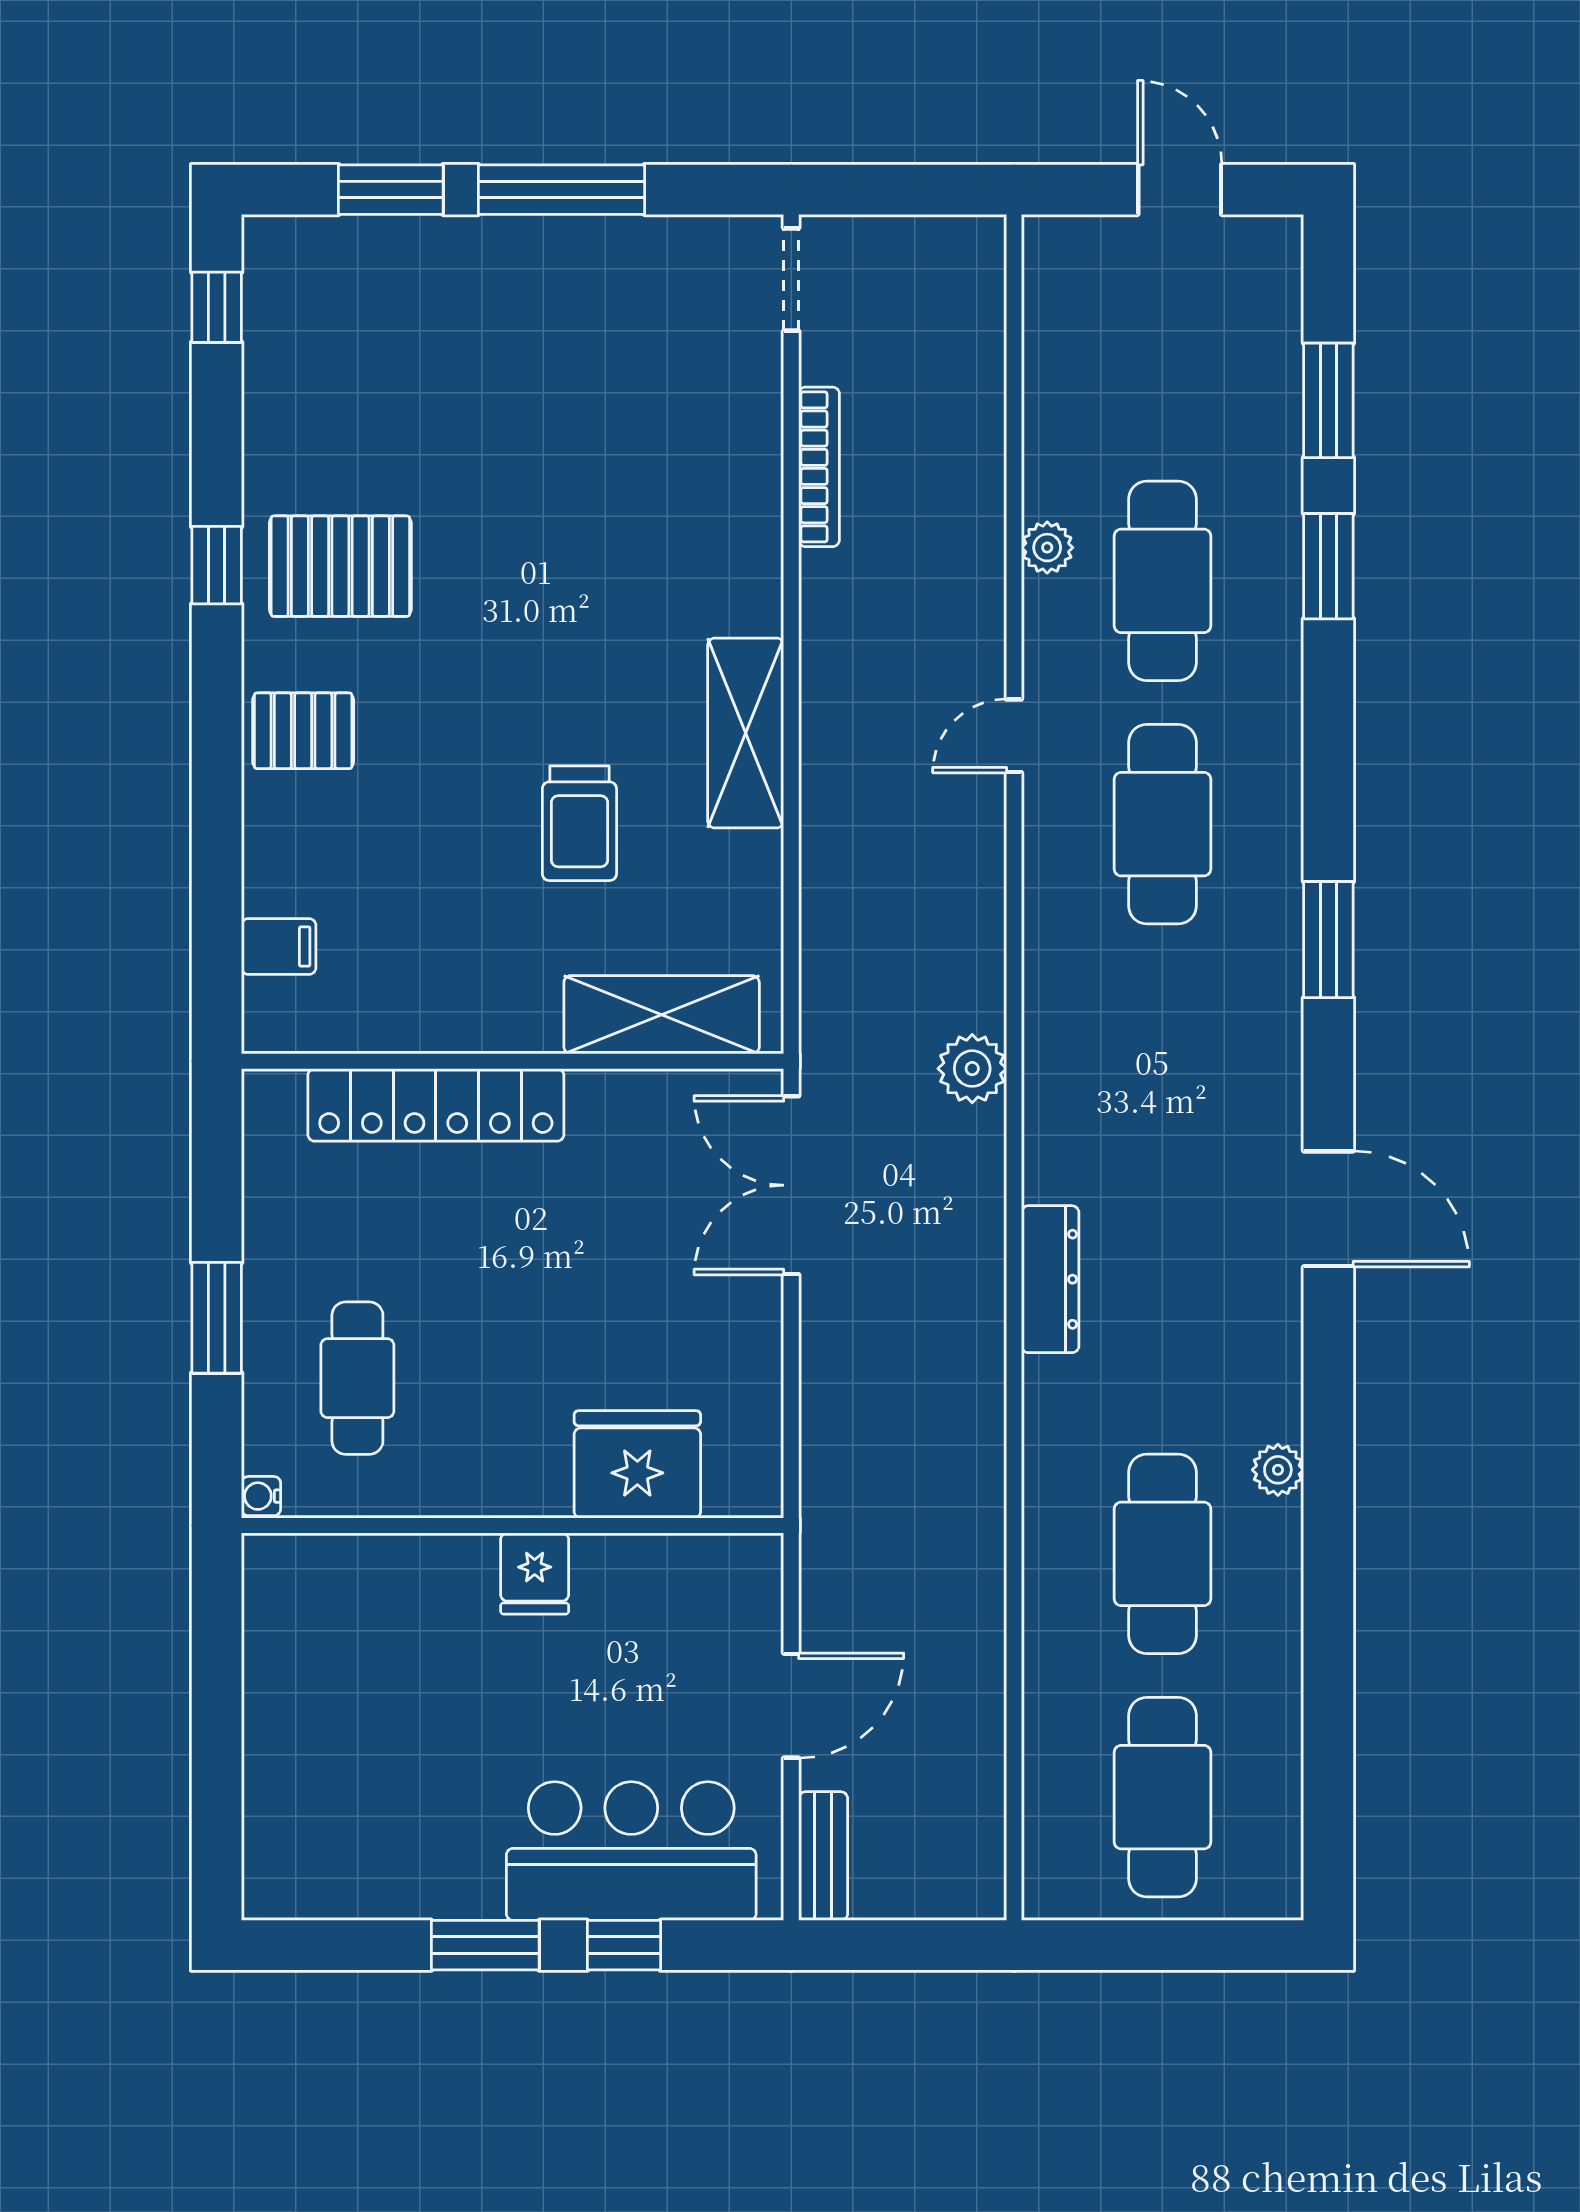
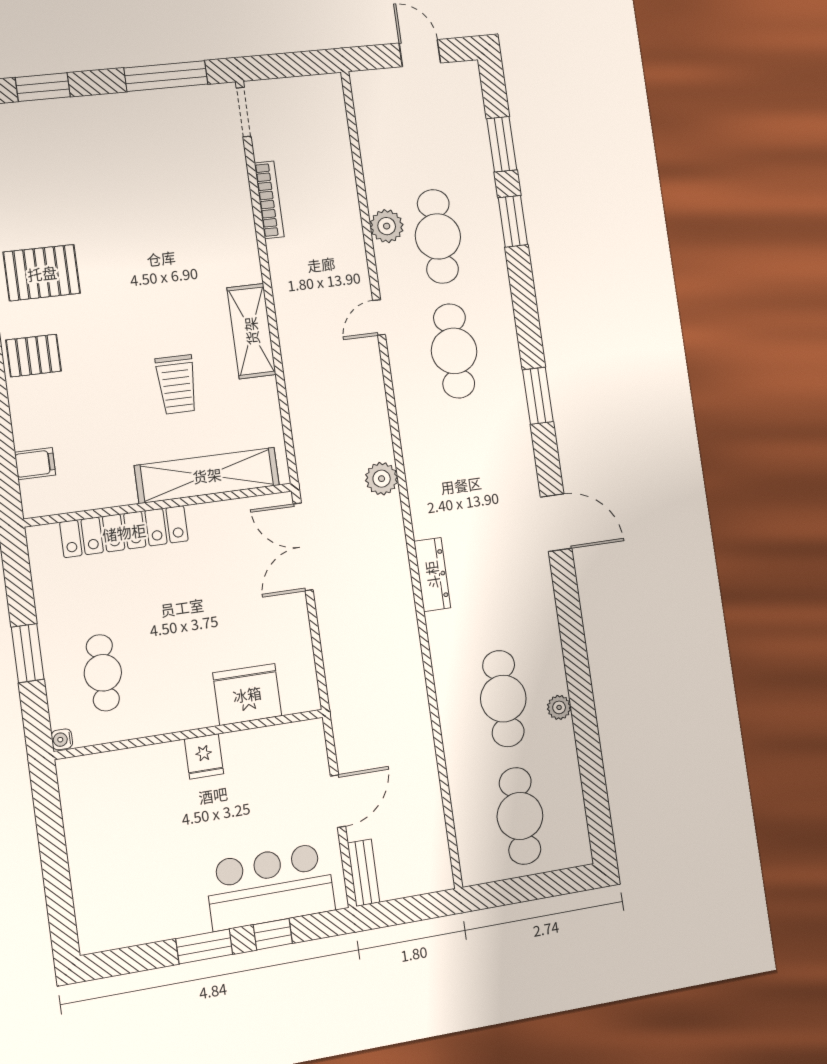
window: (561, 190) -> (166, 76), moved
plant: (1047, 548) -> (387, 226), width x1.38, depth x1.38
shelving: (662, 1015) -> (207, 475), width x1.47
plant: (1278, 1470) -> (559, 707), moved

